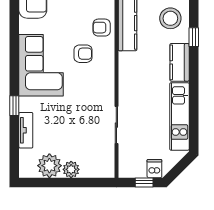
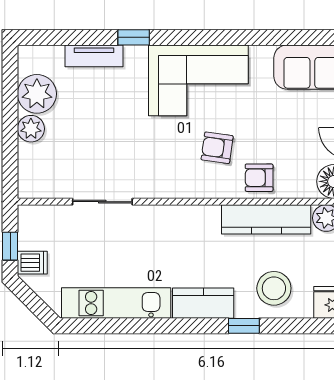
armchair: (102, 28) -> (259, 178), turned -90
armchair: (83, 54) -> (217, 148), turned 98

